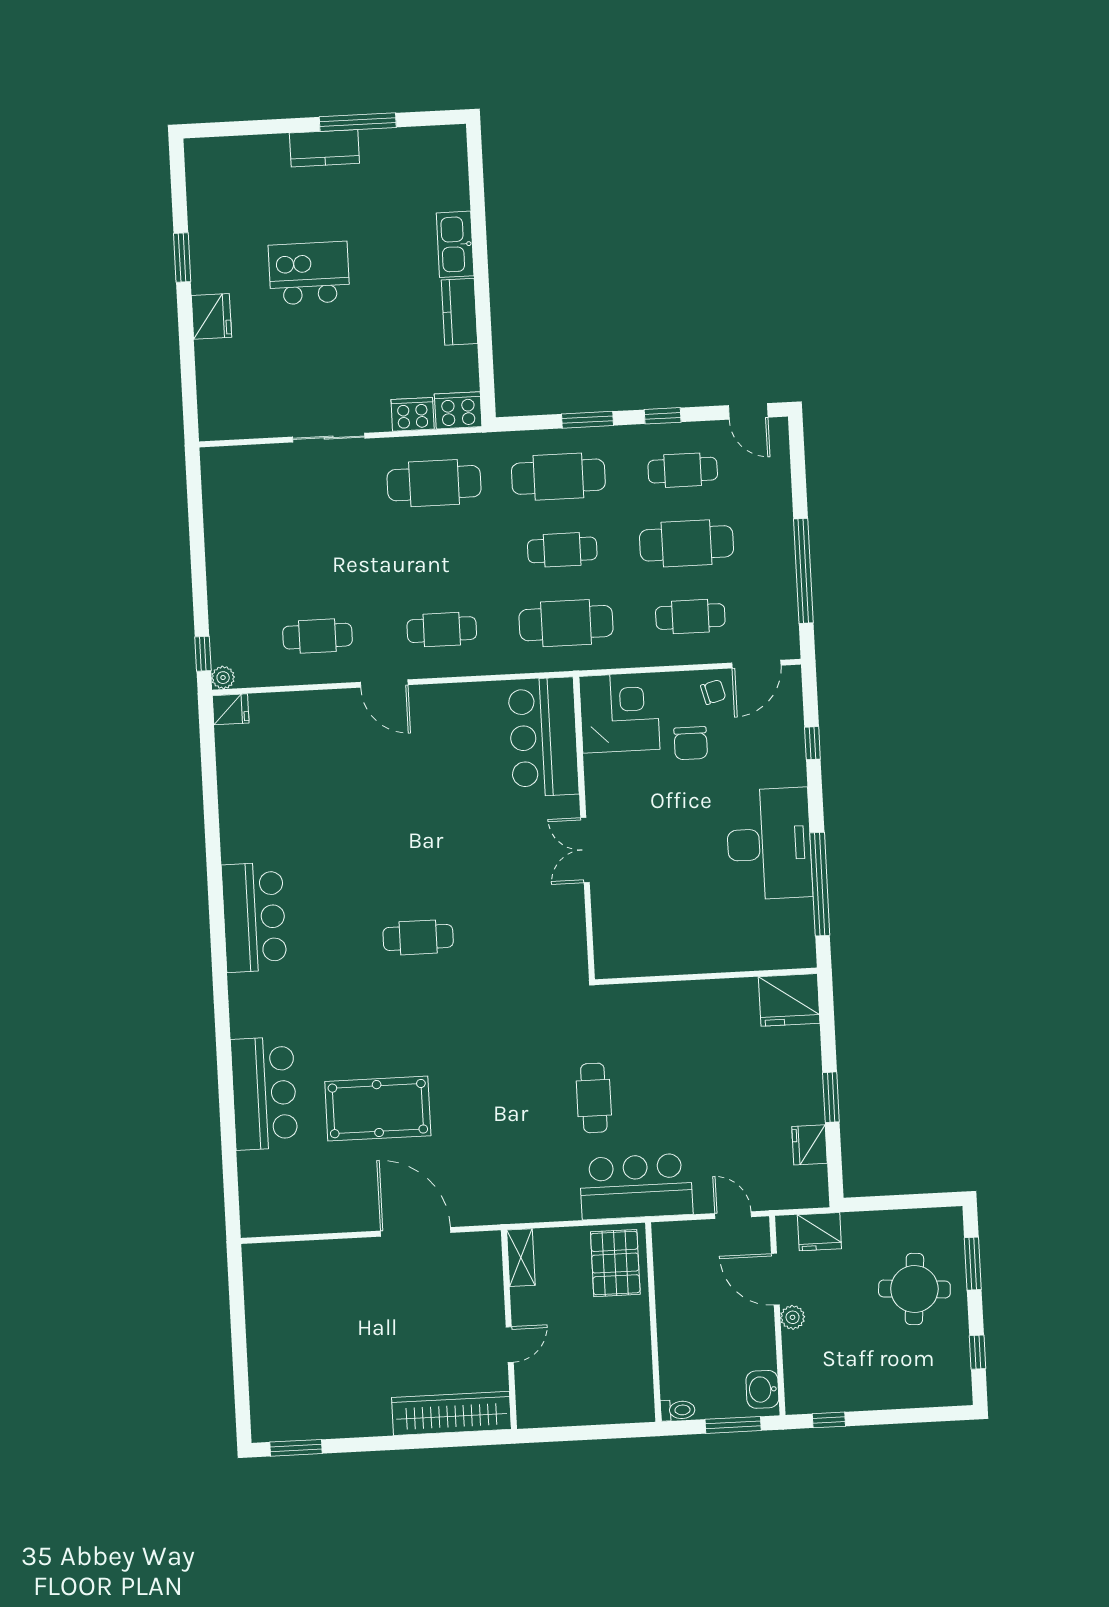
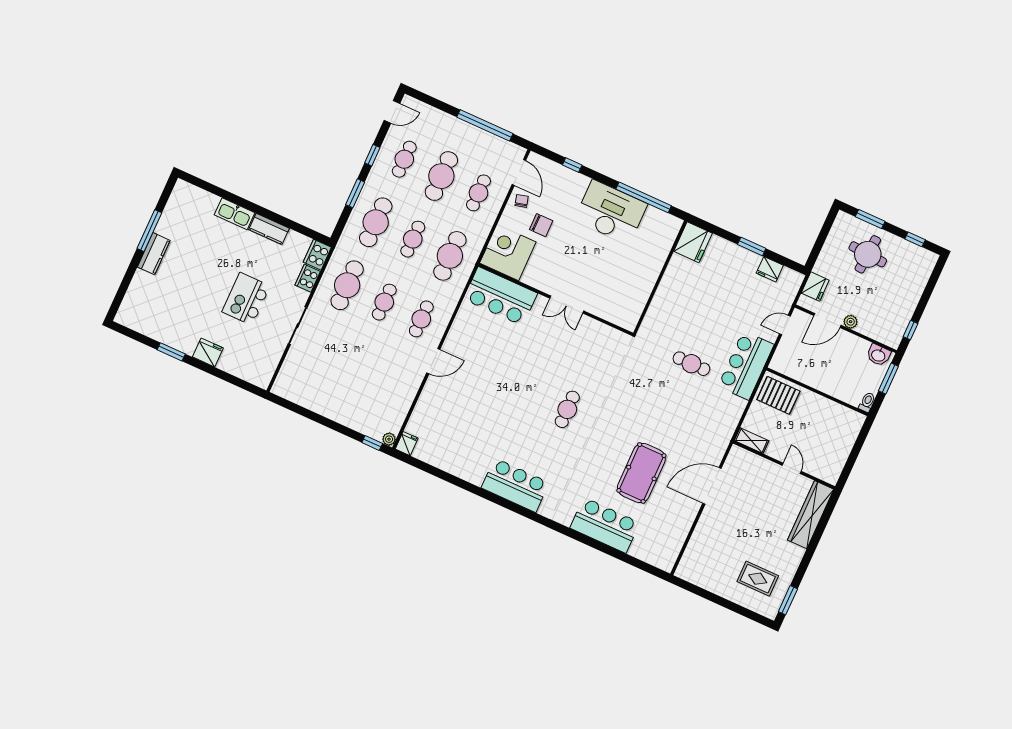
kitchen island: (309, 273) -> (246, 299), moved
cafe table: (317, 636) -> (384, 302), moved
rug: (305, 1382) -> (758, 579), added

